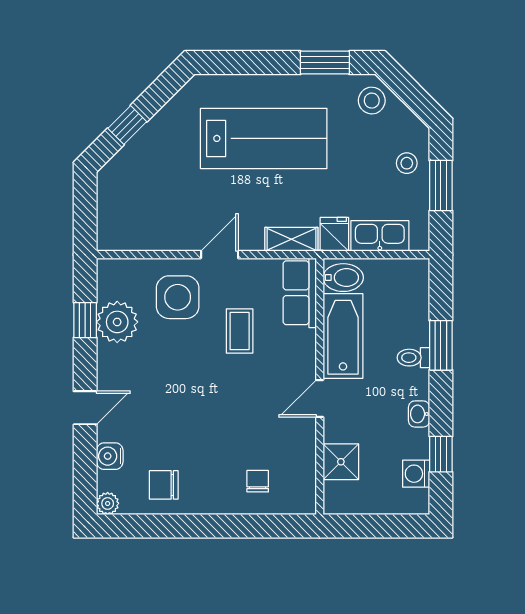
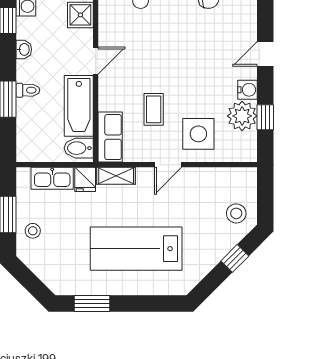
stool: (372, 101) -> (236, 213), moved
water cooler: (110, 456) -> (247, 90), moved

